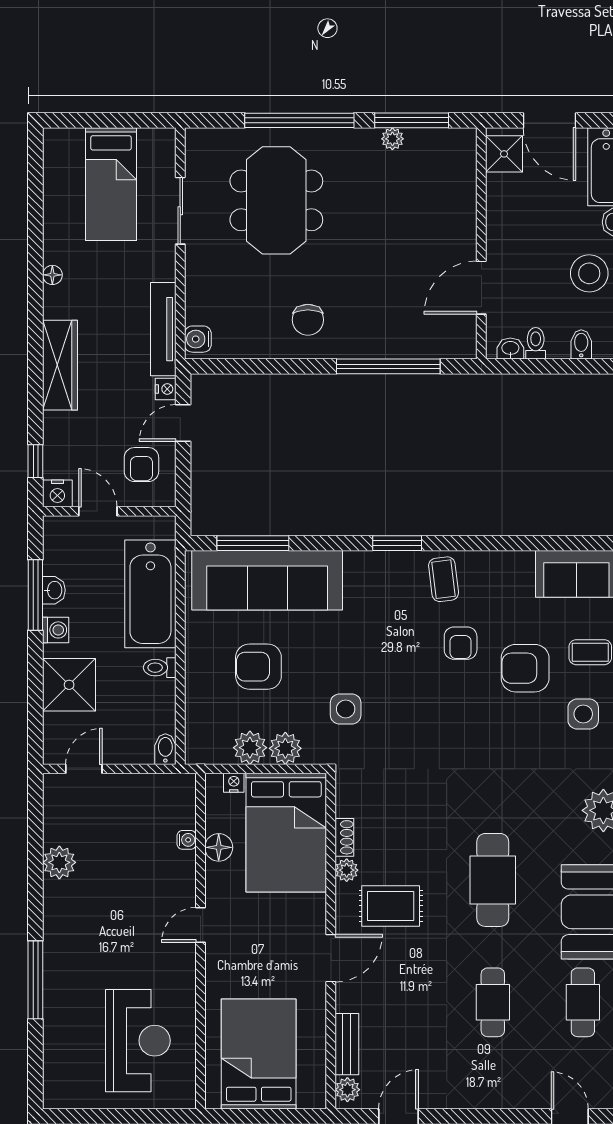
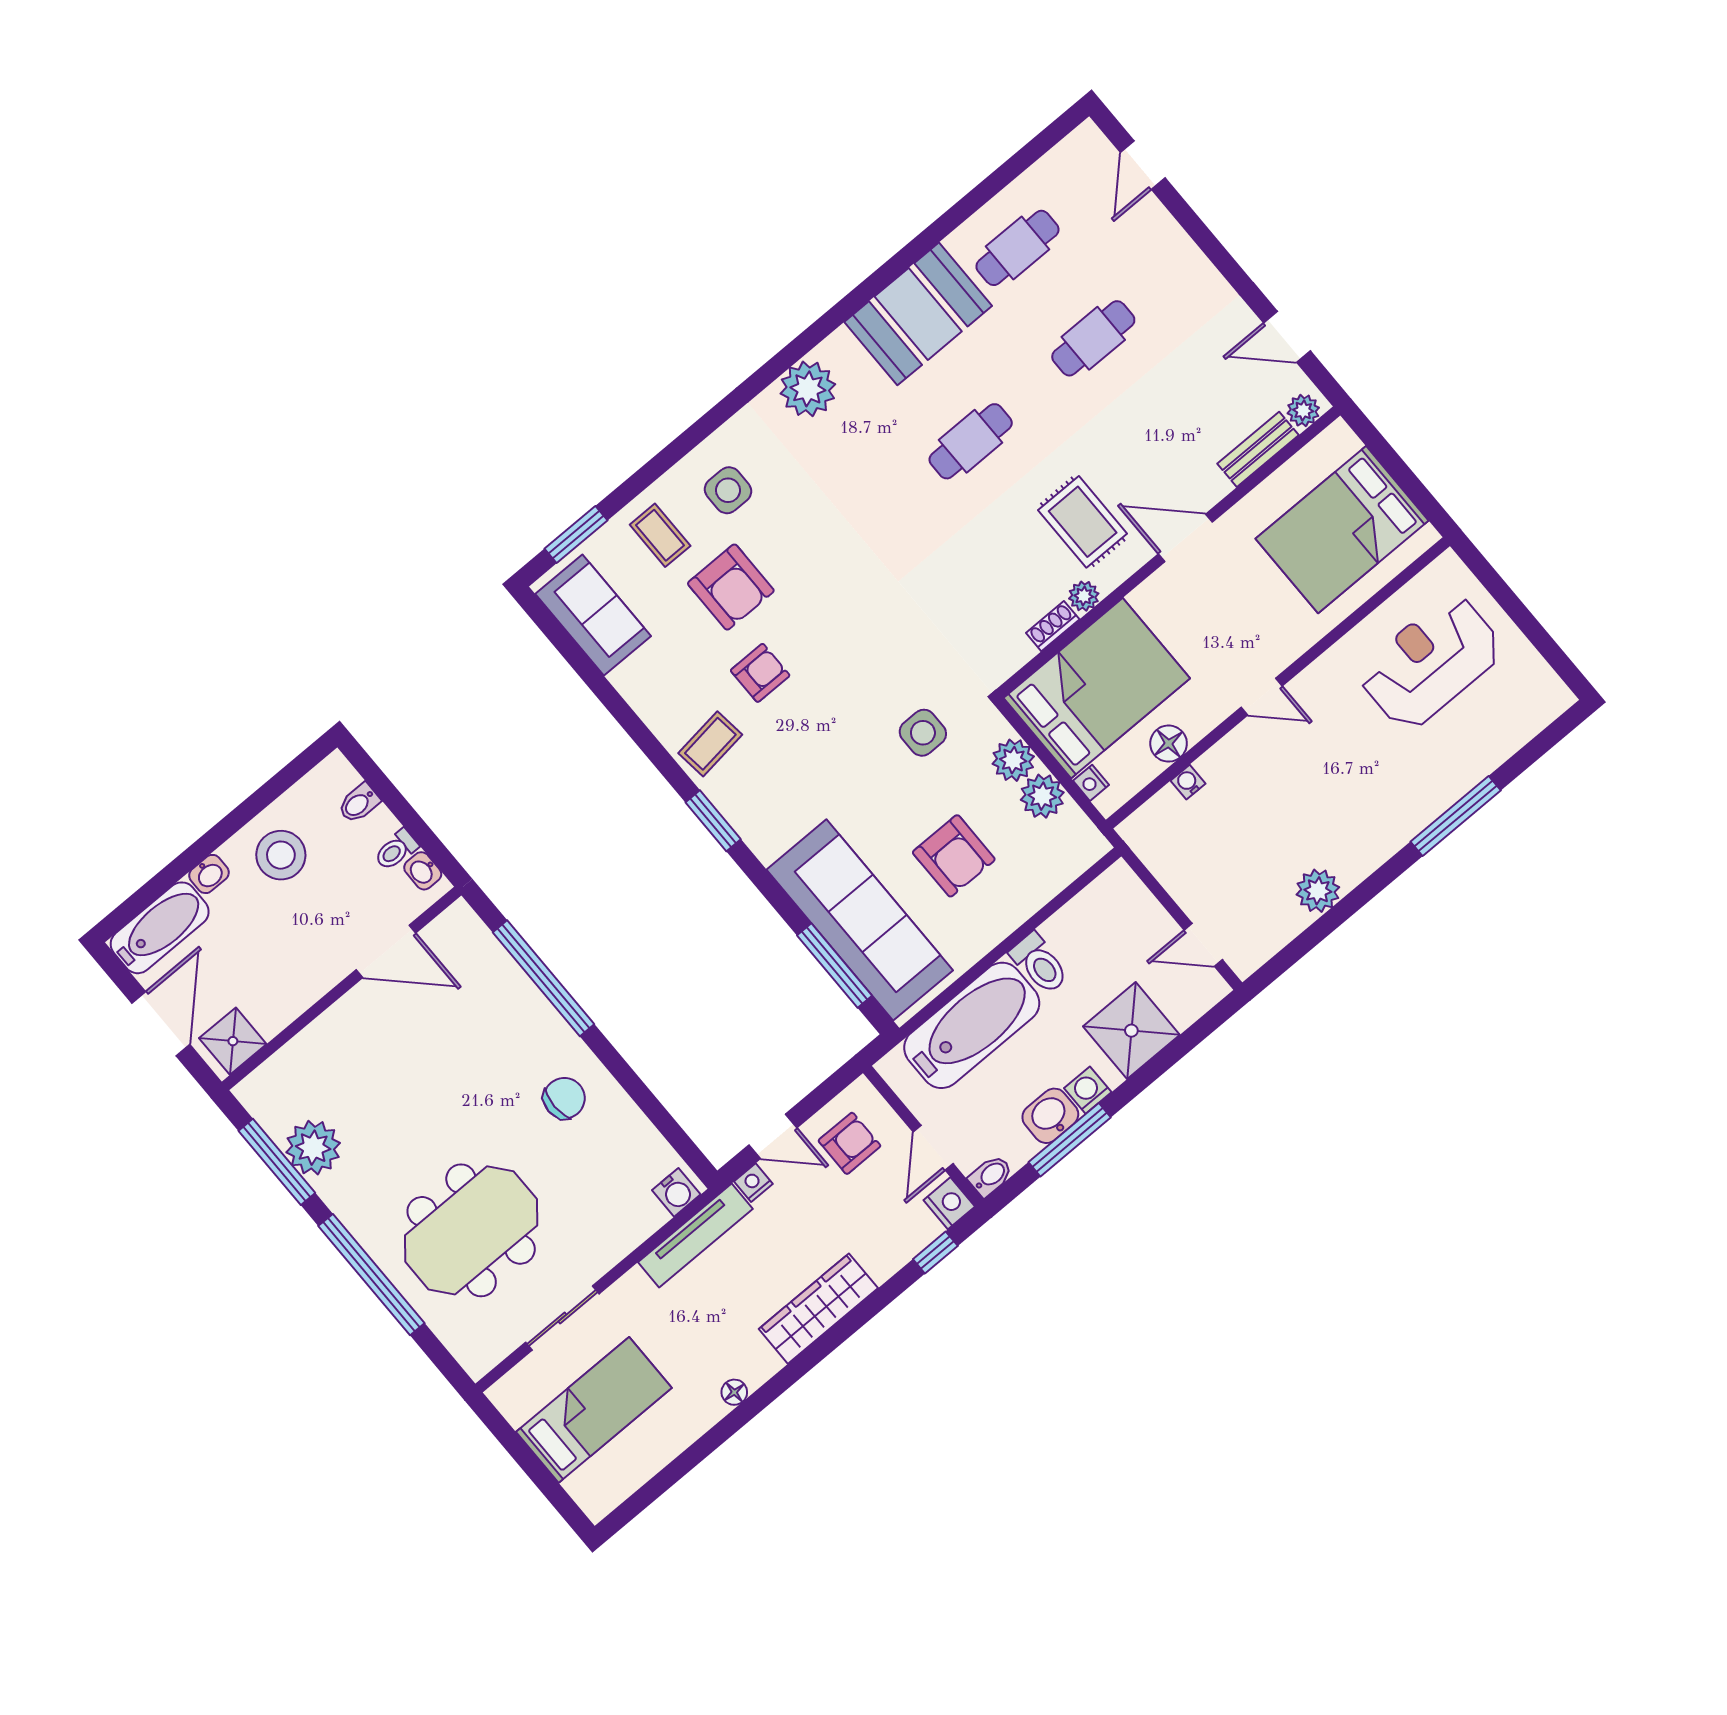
plant: (392, 139) -> (313, 1148), width x1.87, depth x1.87
washbasin: (54, 590) -> (1050, 1116), width x1.38, depth x1.45
toilet: (160, 668) -> (1039, 964), width x1.37, depth x1.39
bidet: (165, 749) -> (990, 1176), moved, turned 180
cafe table: (493, 880) -> (971, 441), width x0.73, depth x0.74

